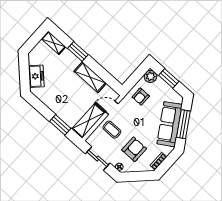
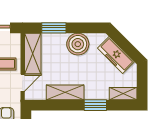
freezer: (36, 76) -> (116, 55), width x1.40
boiler: (54, 101) -> (78, 44), added

